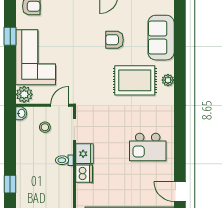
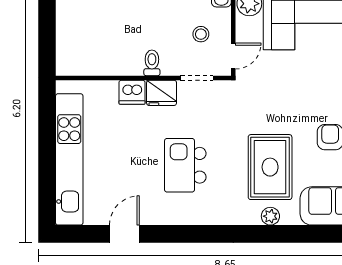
door: (60, 105) -> (233, 56), hinge flipped
kitchen island: (148, 147) -> (185, 165), moved
door: (180, 192) -> (124, 234), moved

